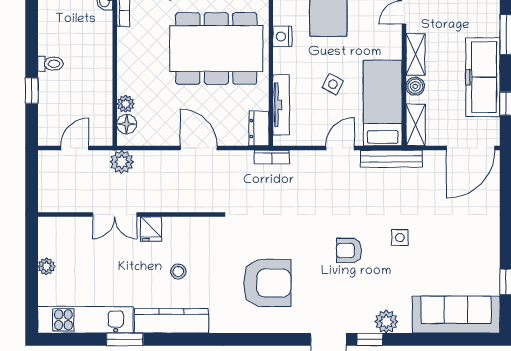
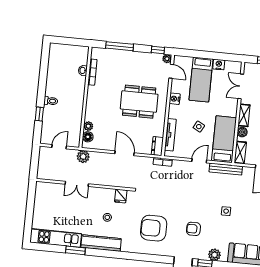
dining table: (216, 48) -> (139, 102), width x0.73, depth x0.80
fridge: (151, 229) -> (121, 196), moved
armchair: (349, 250) -> (194, 229), moved
plant: (46, 266) -> (38, 208), removed
armchair: (267, 283) -> (154, 228), turned 180

